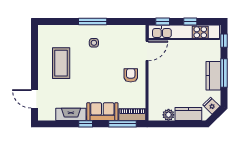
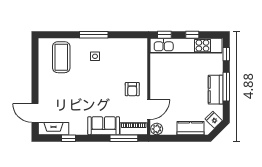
door: (147, 51) -> (149, 110), moved
coffee table: (61, 63) -> (61, 57), moved
armchair: (131, 75) -> (132, 89), turned 180
fireplace: (71, 114) -> (53, 129), moved
plant: (168, 115) -> (157, 129), moved
window: (86, 124) -> (69, 138), moved

